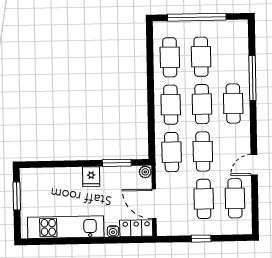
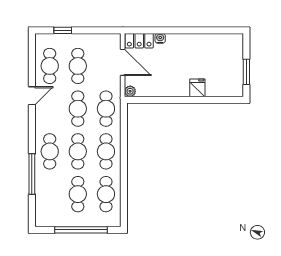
window: (117, 163) -> (156, 100), removed
fridge: (91, 177) -> (197, 88), moved
kitchen unit: (66, 227) -> (203, 43), removed
window: (201, 239) -> (63, 30), moved

